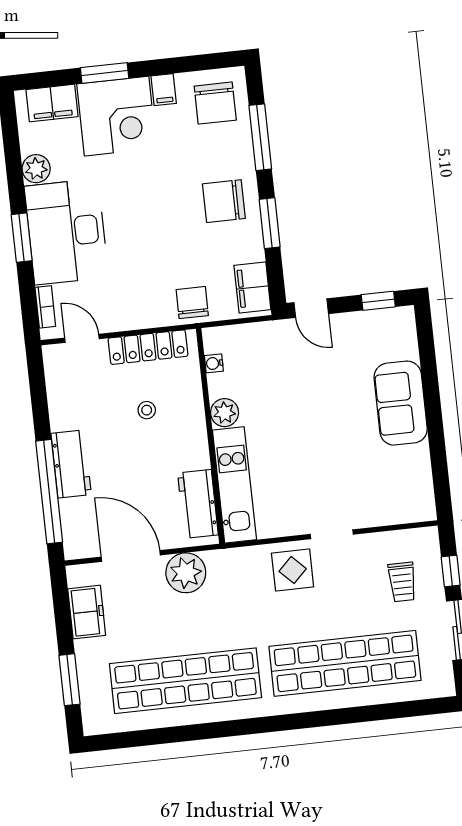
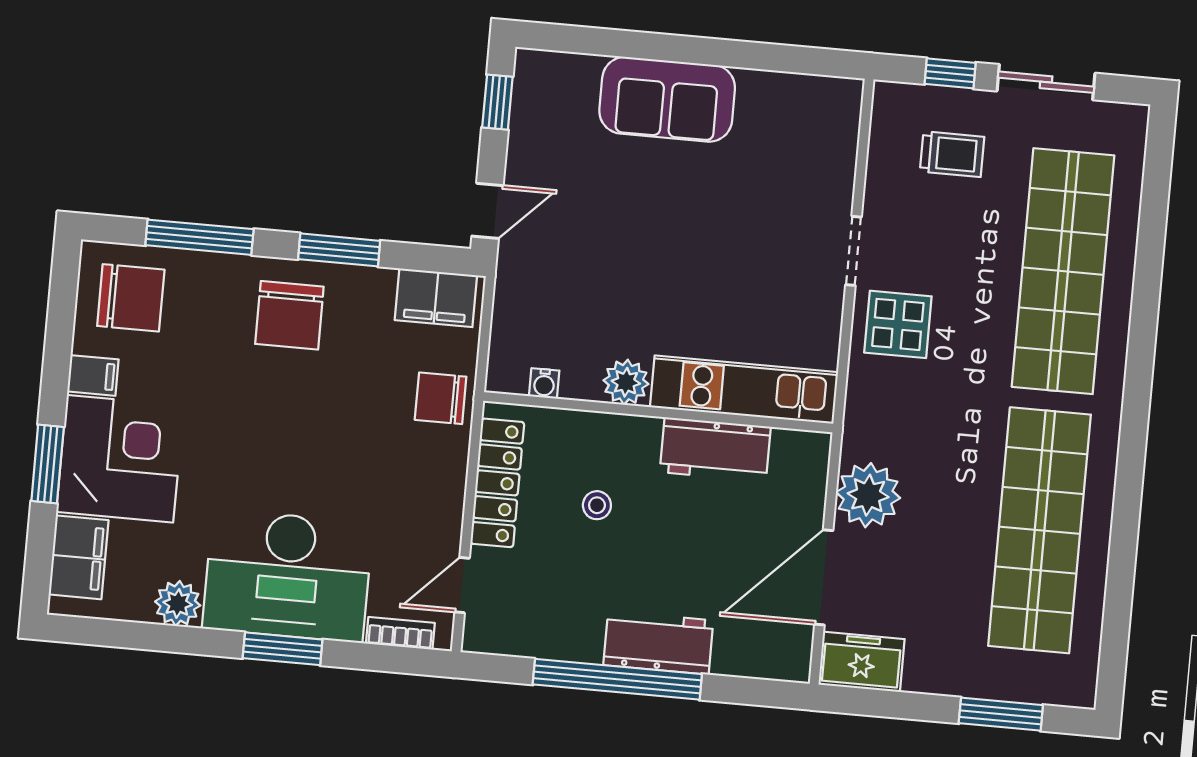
window: (49, 492) -> (617, 679), moved
workbench: (198, 504) -> (715, 449), moved
freezer: (87, 612) -> (862, 662), moved

